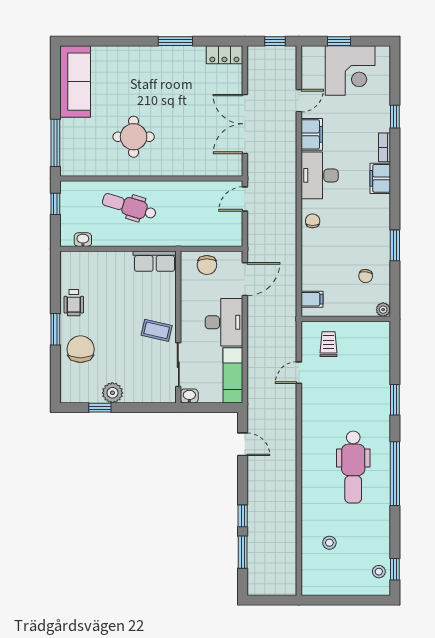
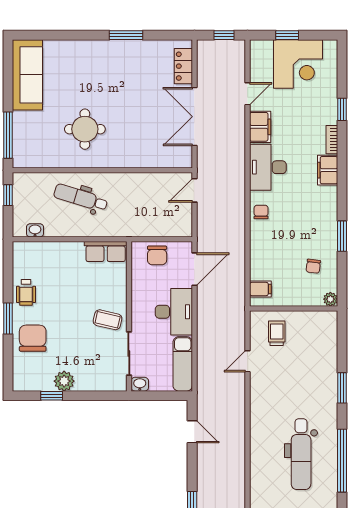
locker: (224, 55) -> (183, 66), moved, turned 90

